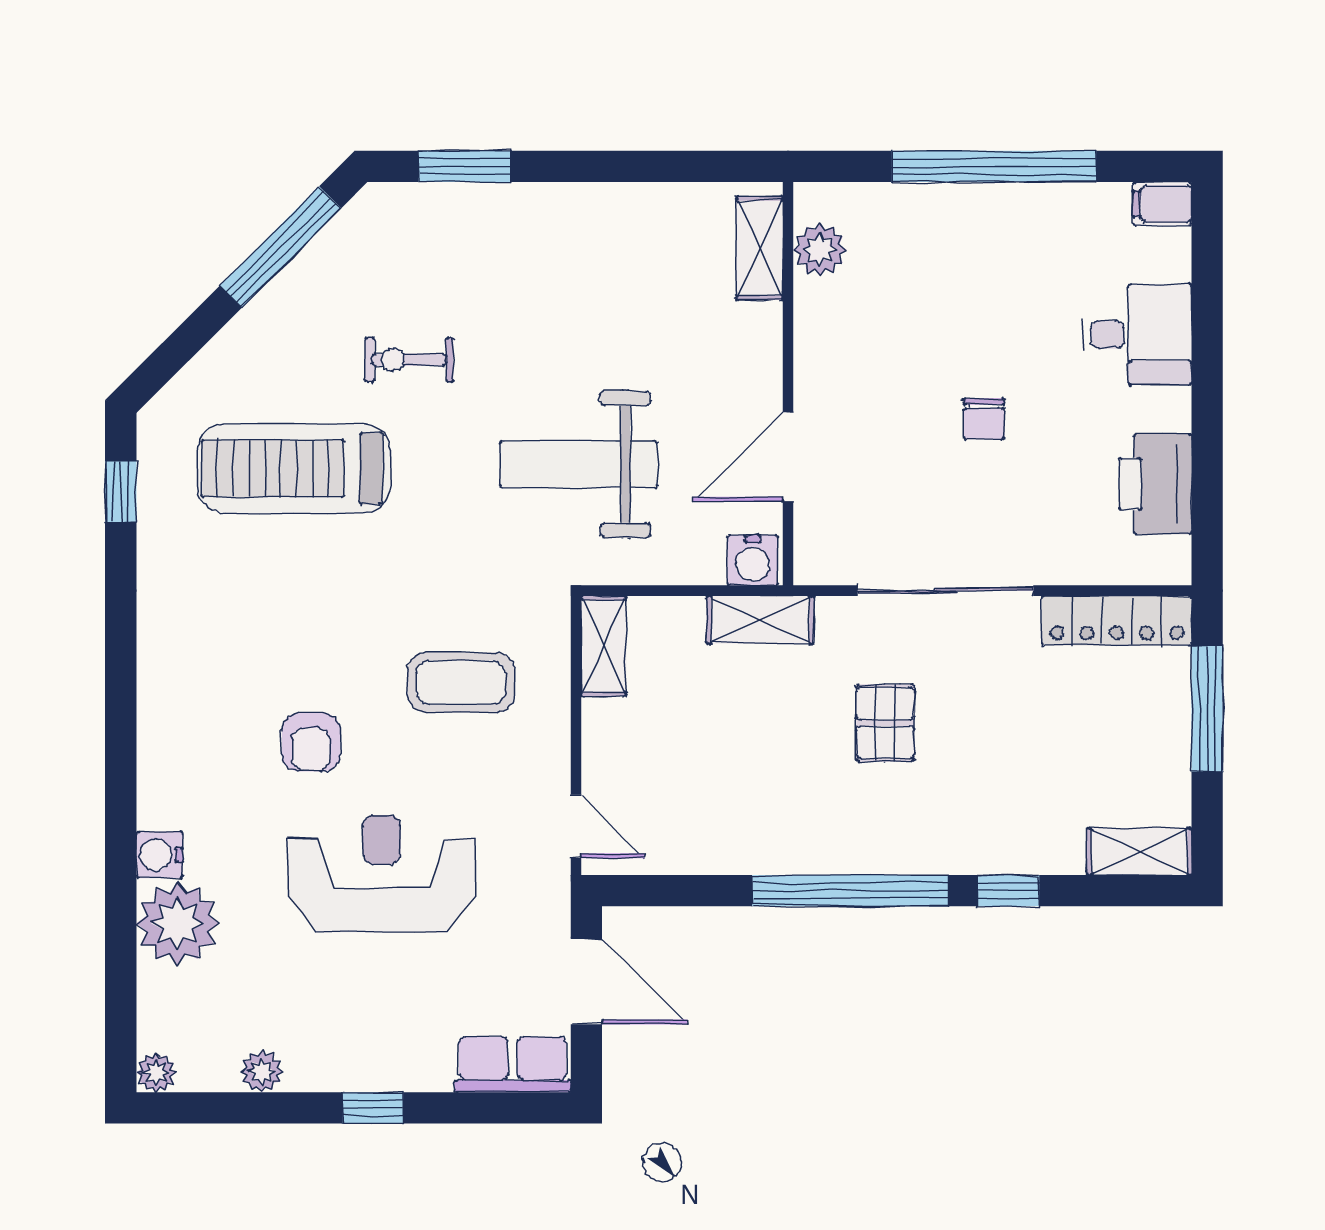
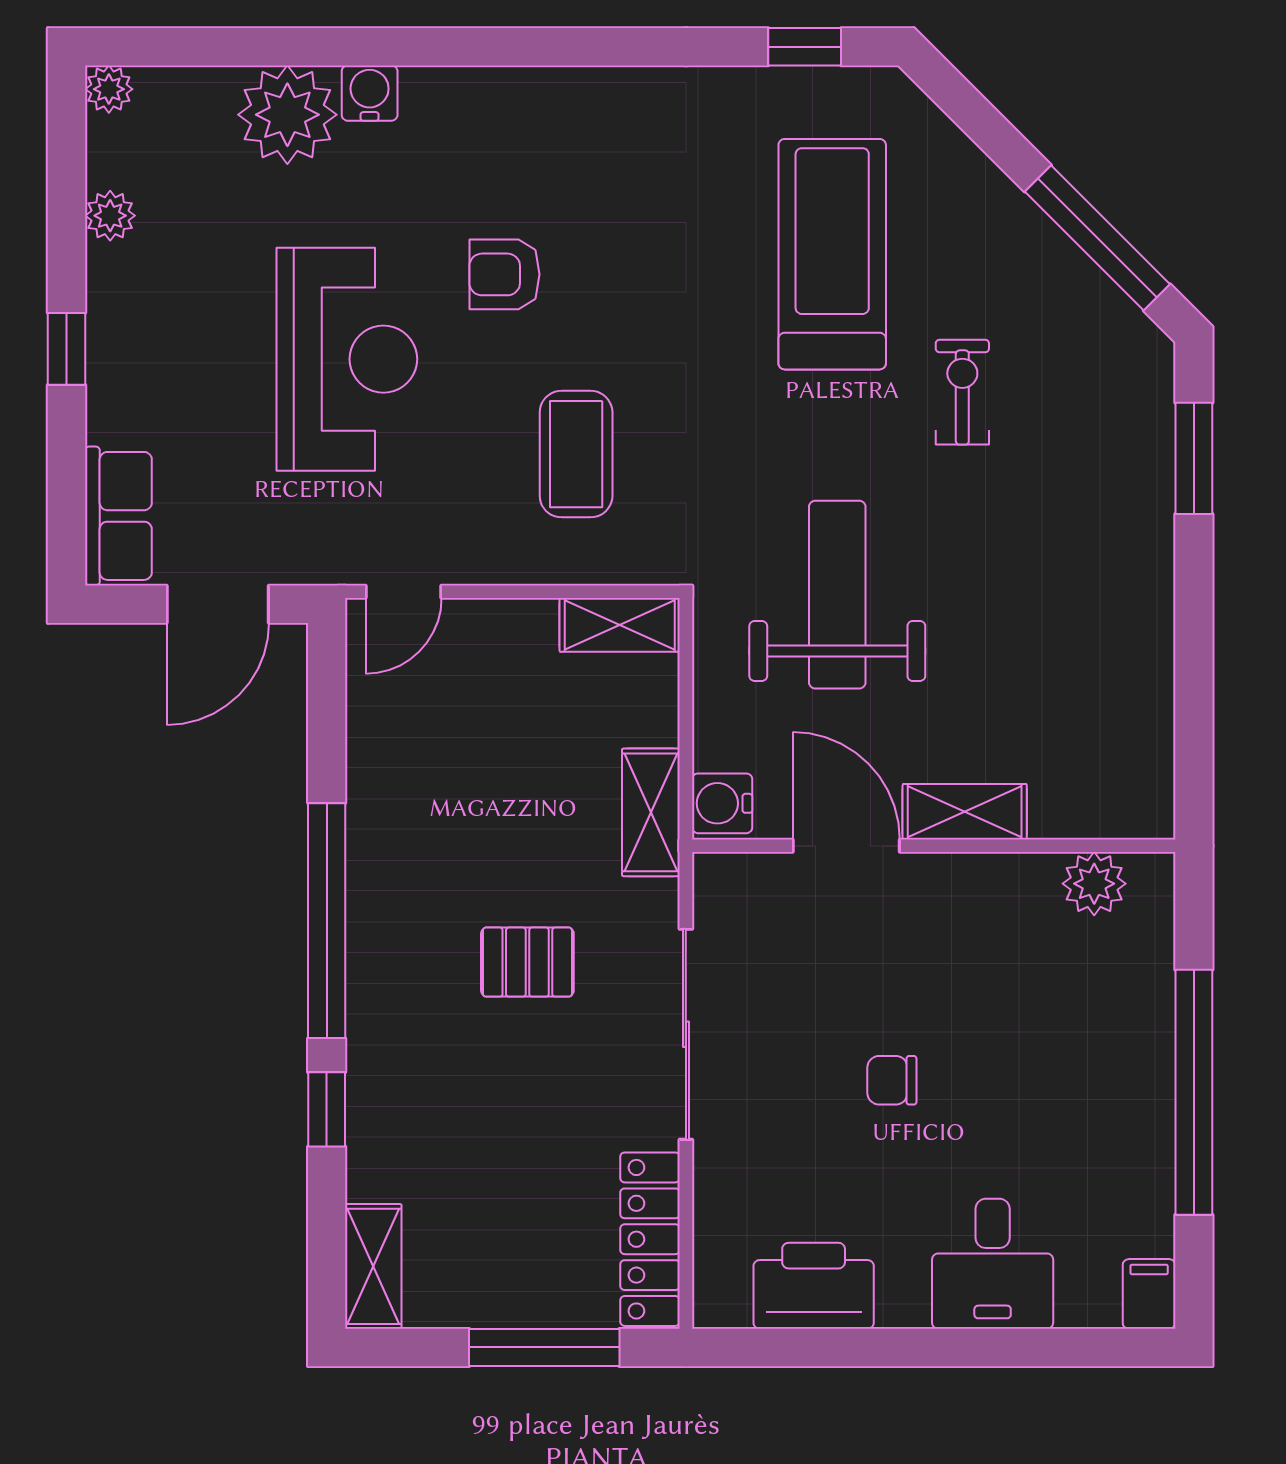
shelving: (760, 248) -> (965, 812), moved

